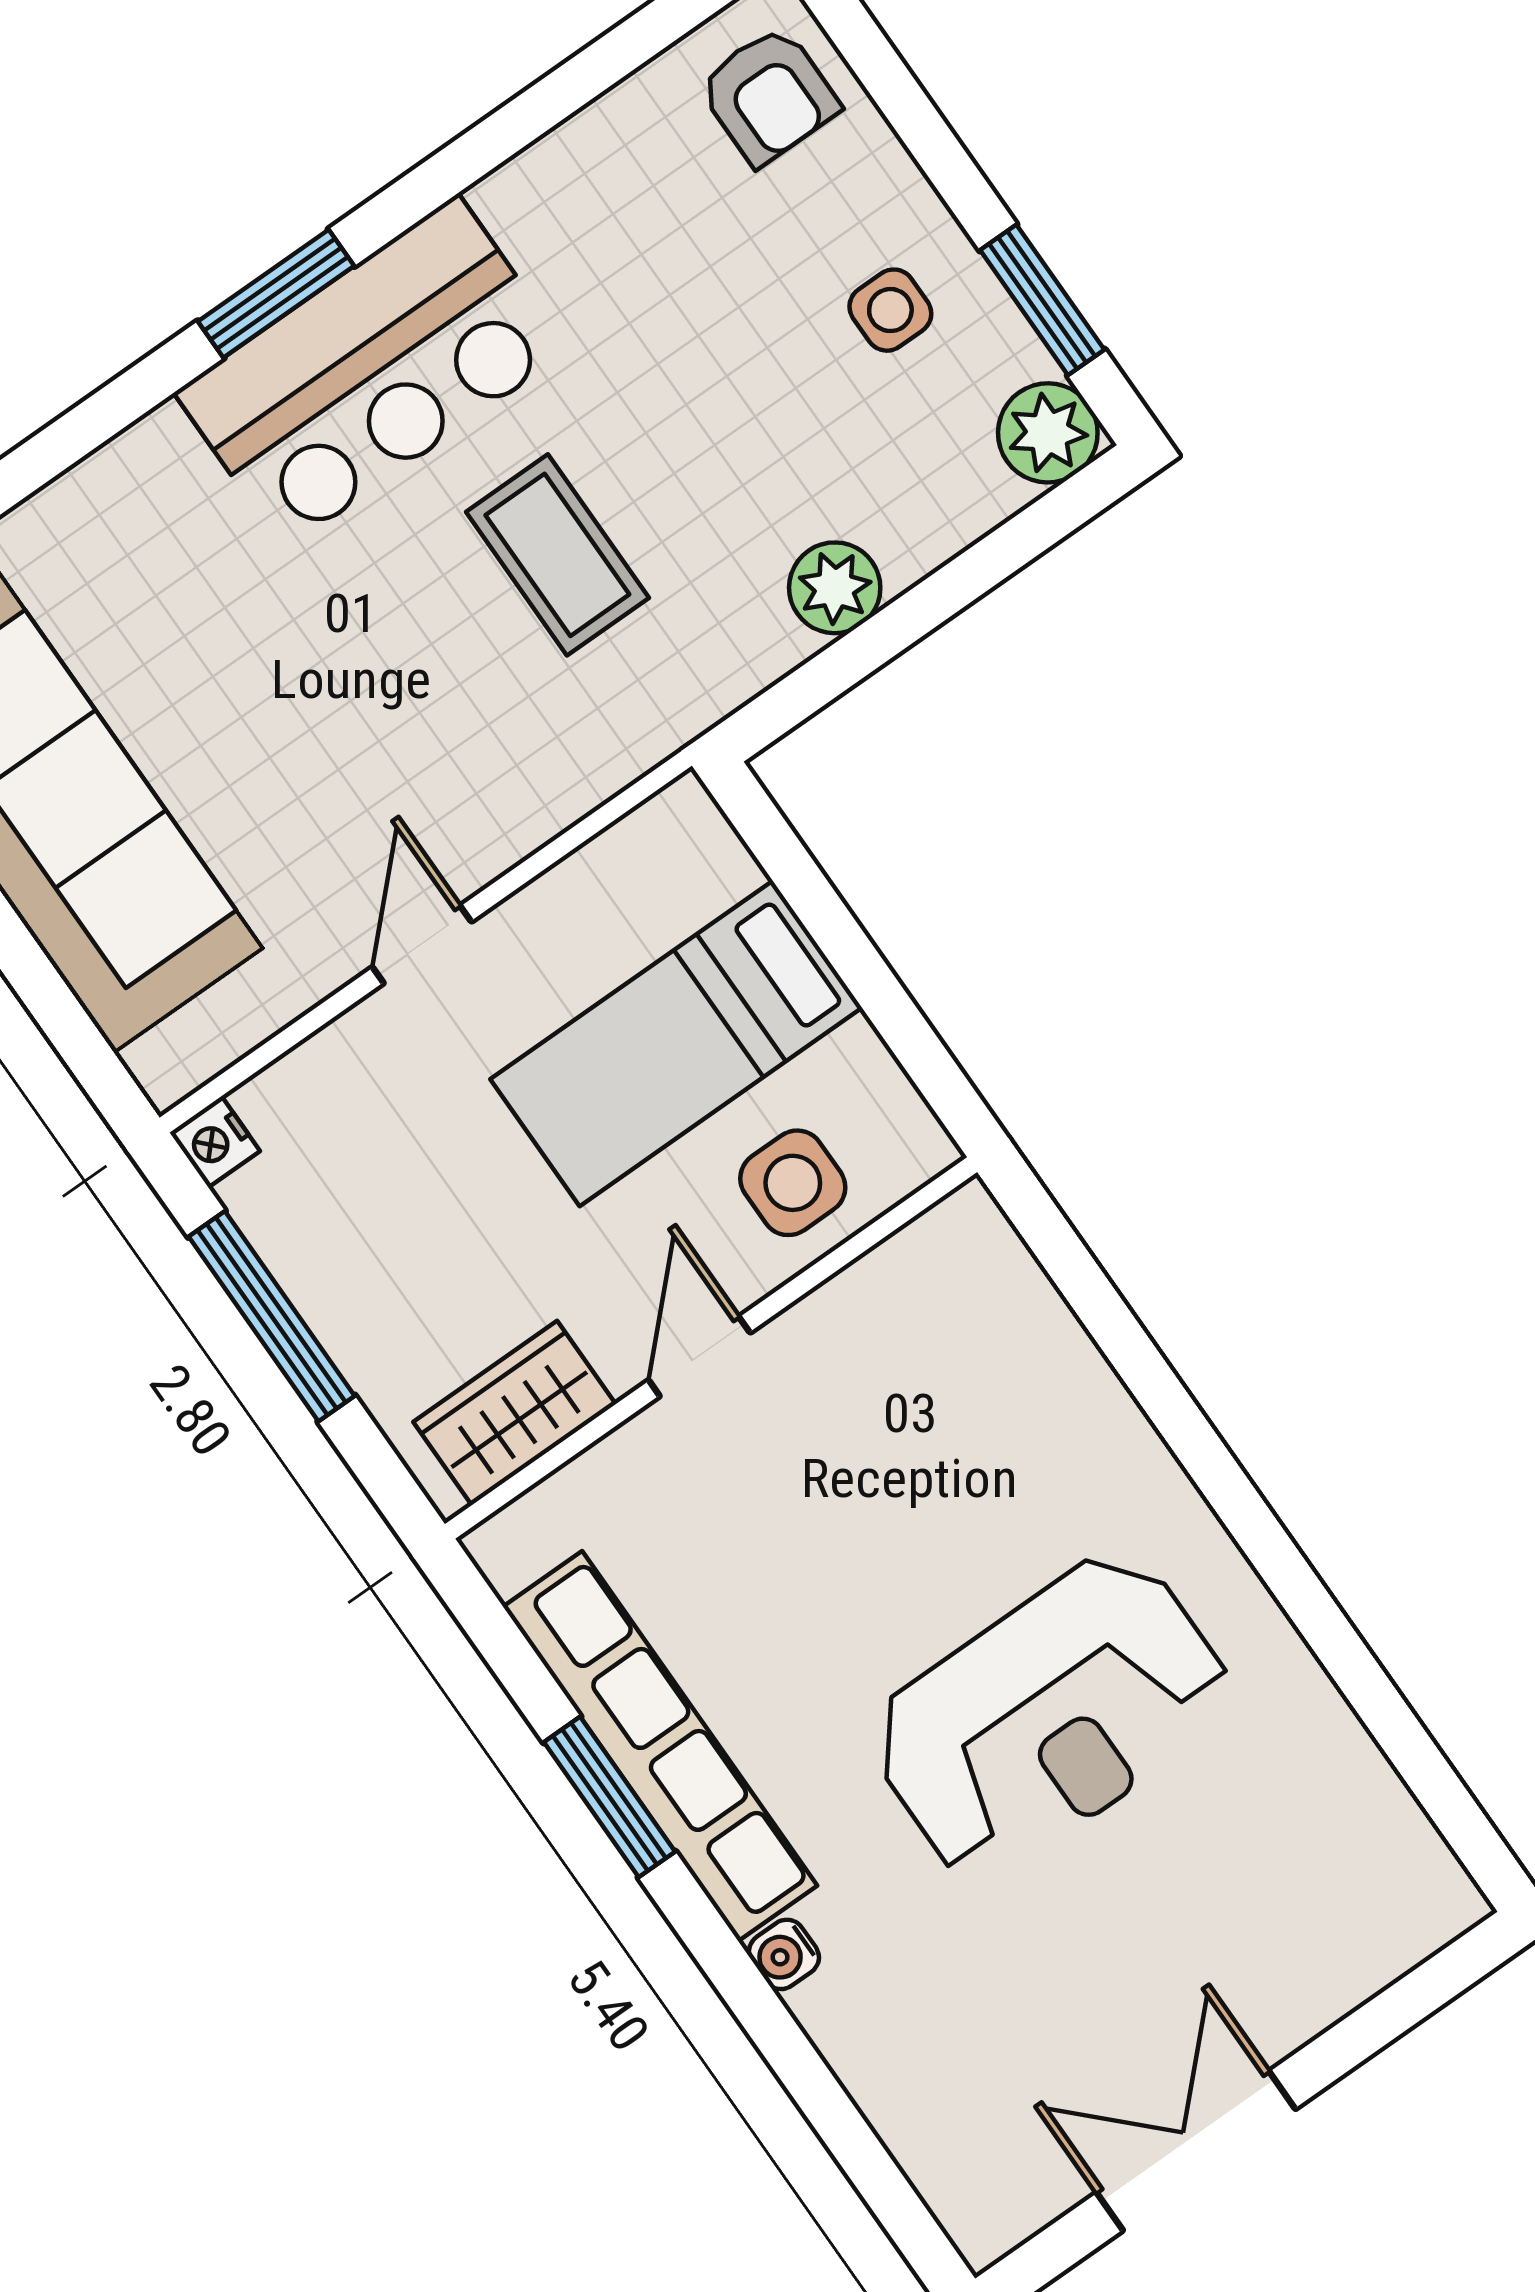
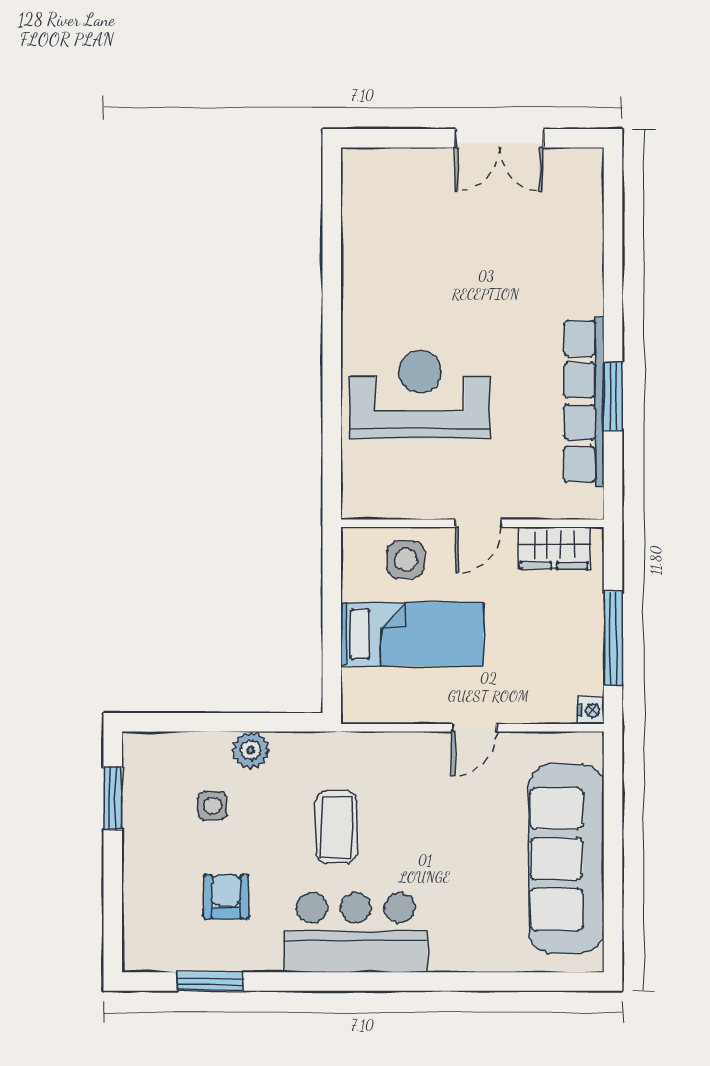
armchair: (769, 96) -> (226, 897), moved
window: (276, 294) -> (210, 981), moved
side table: (890, 310) -> (212, 806), moved
plant: (1048, 433) -> (142, 752), removed
reception desk: (1050, 1716) -> (420, 395), moved
water cooler: (784, 1954) -> (591, 302), removed

